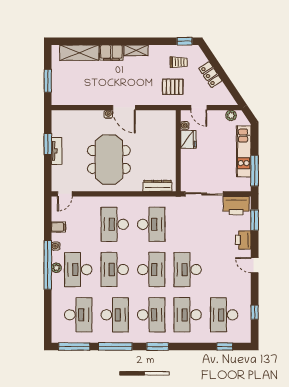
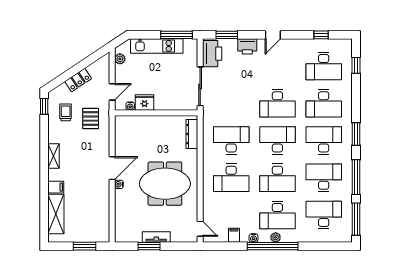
filing cabinet: (111, 53) -> (56, 187), width x0.50

